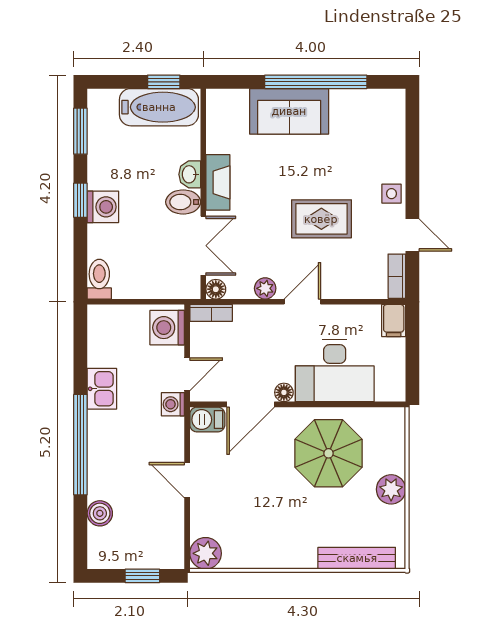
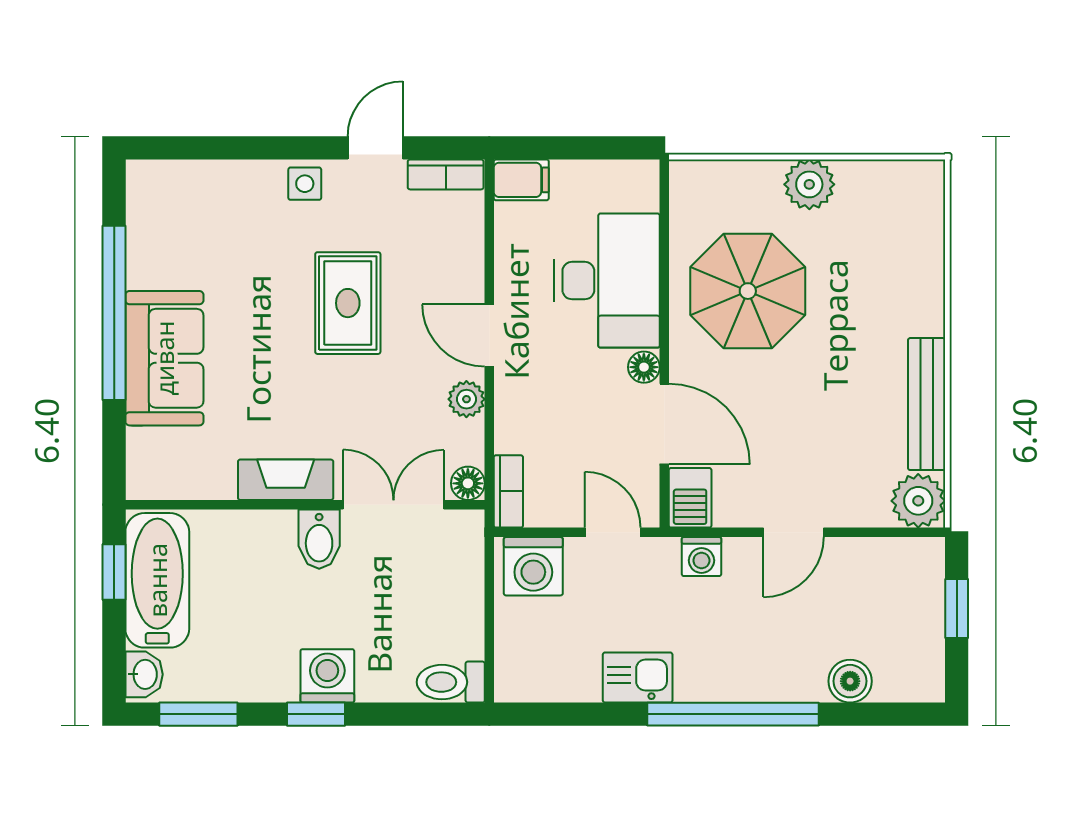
washbasin: (190, 174) -> (144, 674), moved, turned -90
washing machine: (173, 404) -> (701, 557), moved
bench: (357, 558) -> (927, 404), moved

